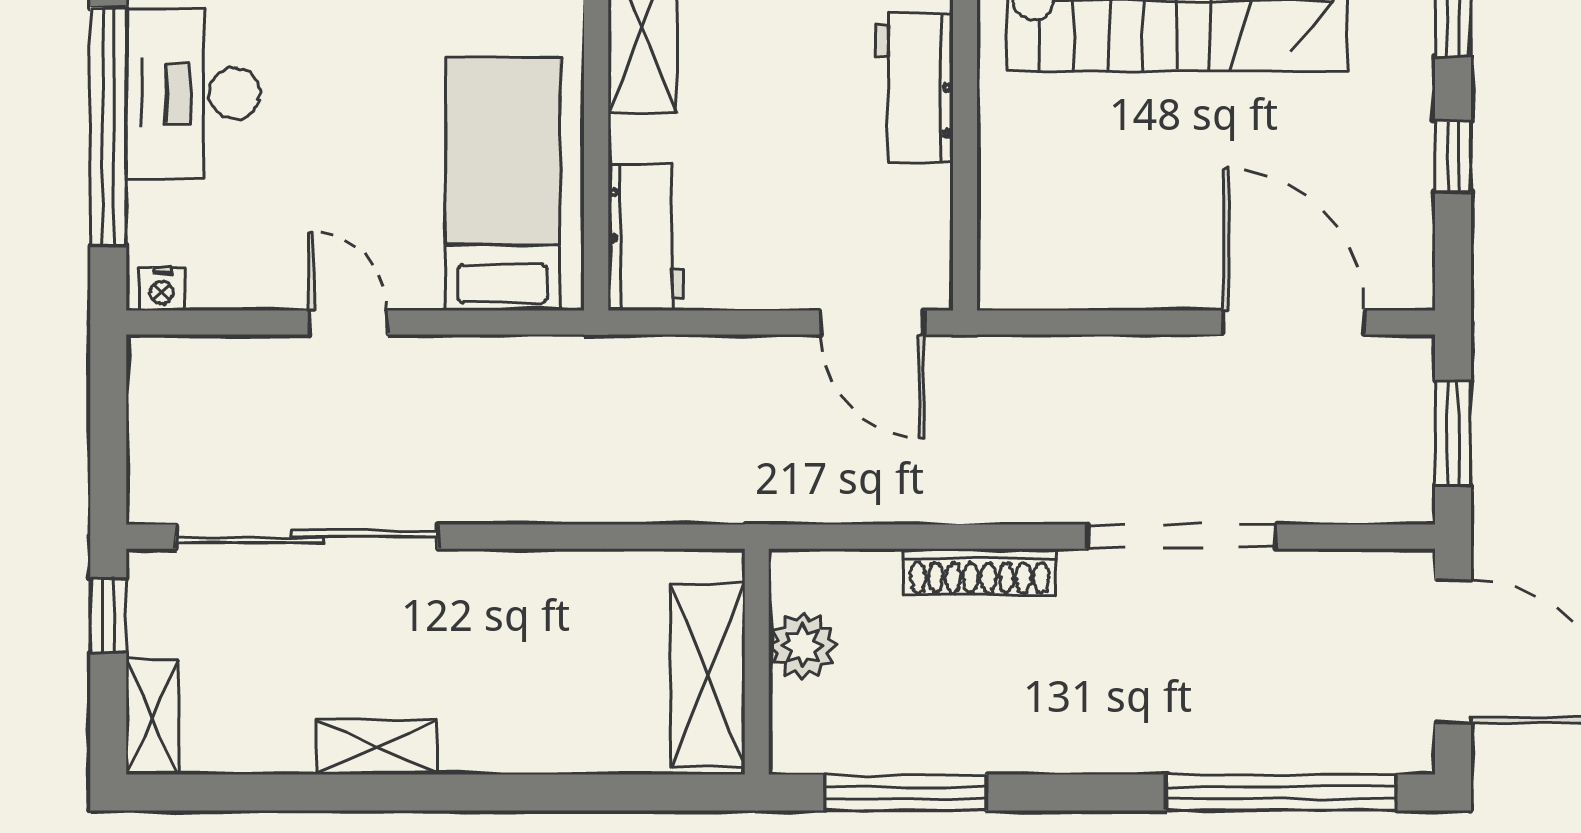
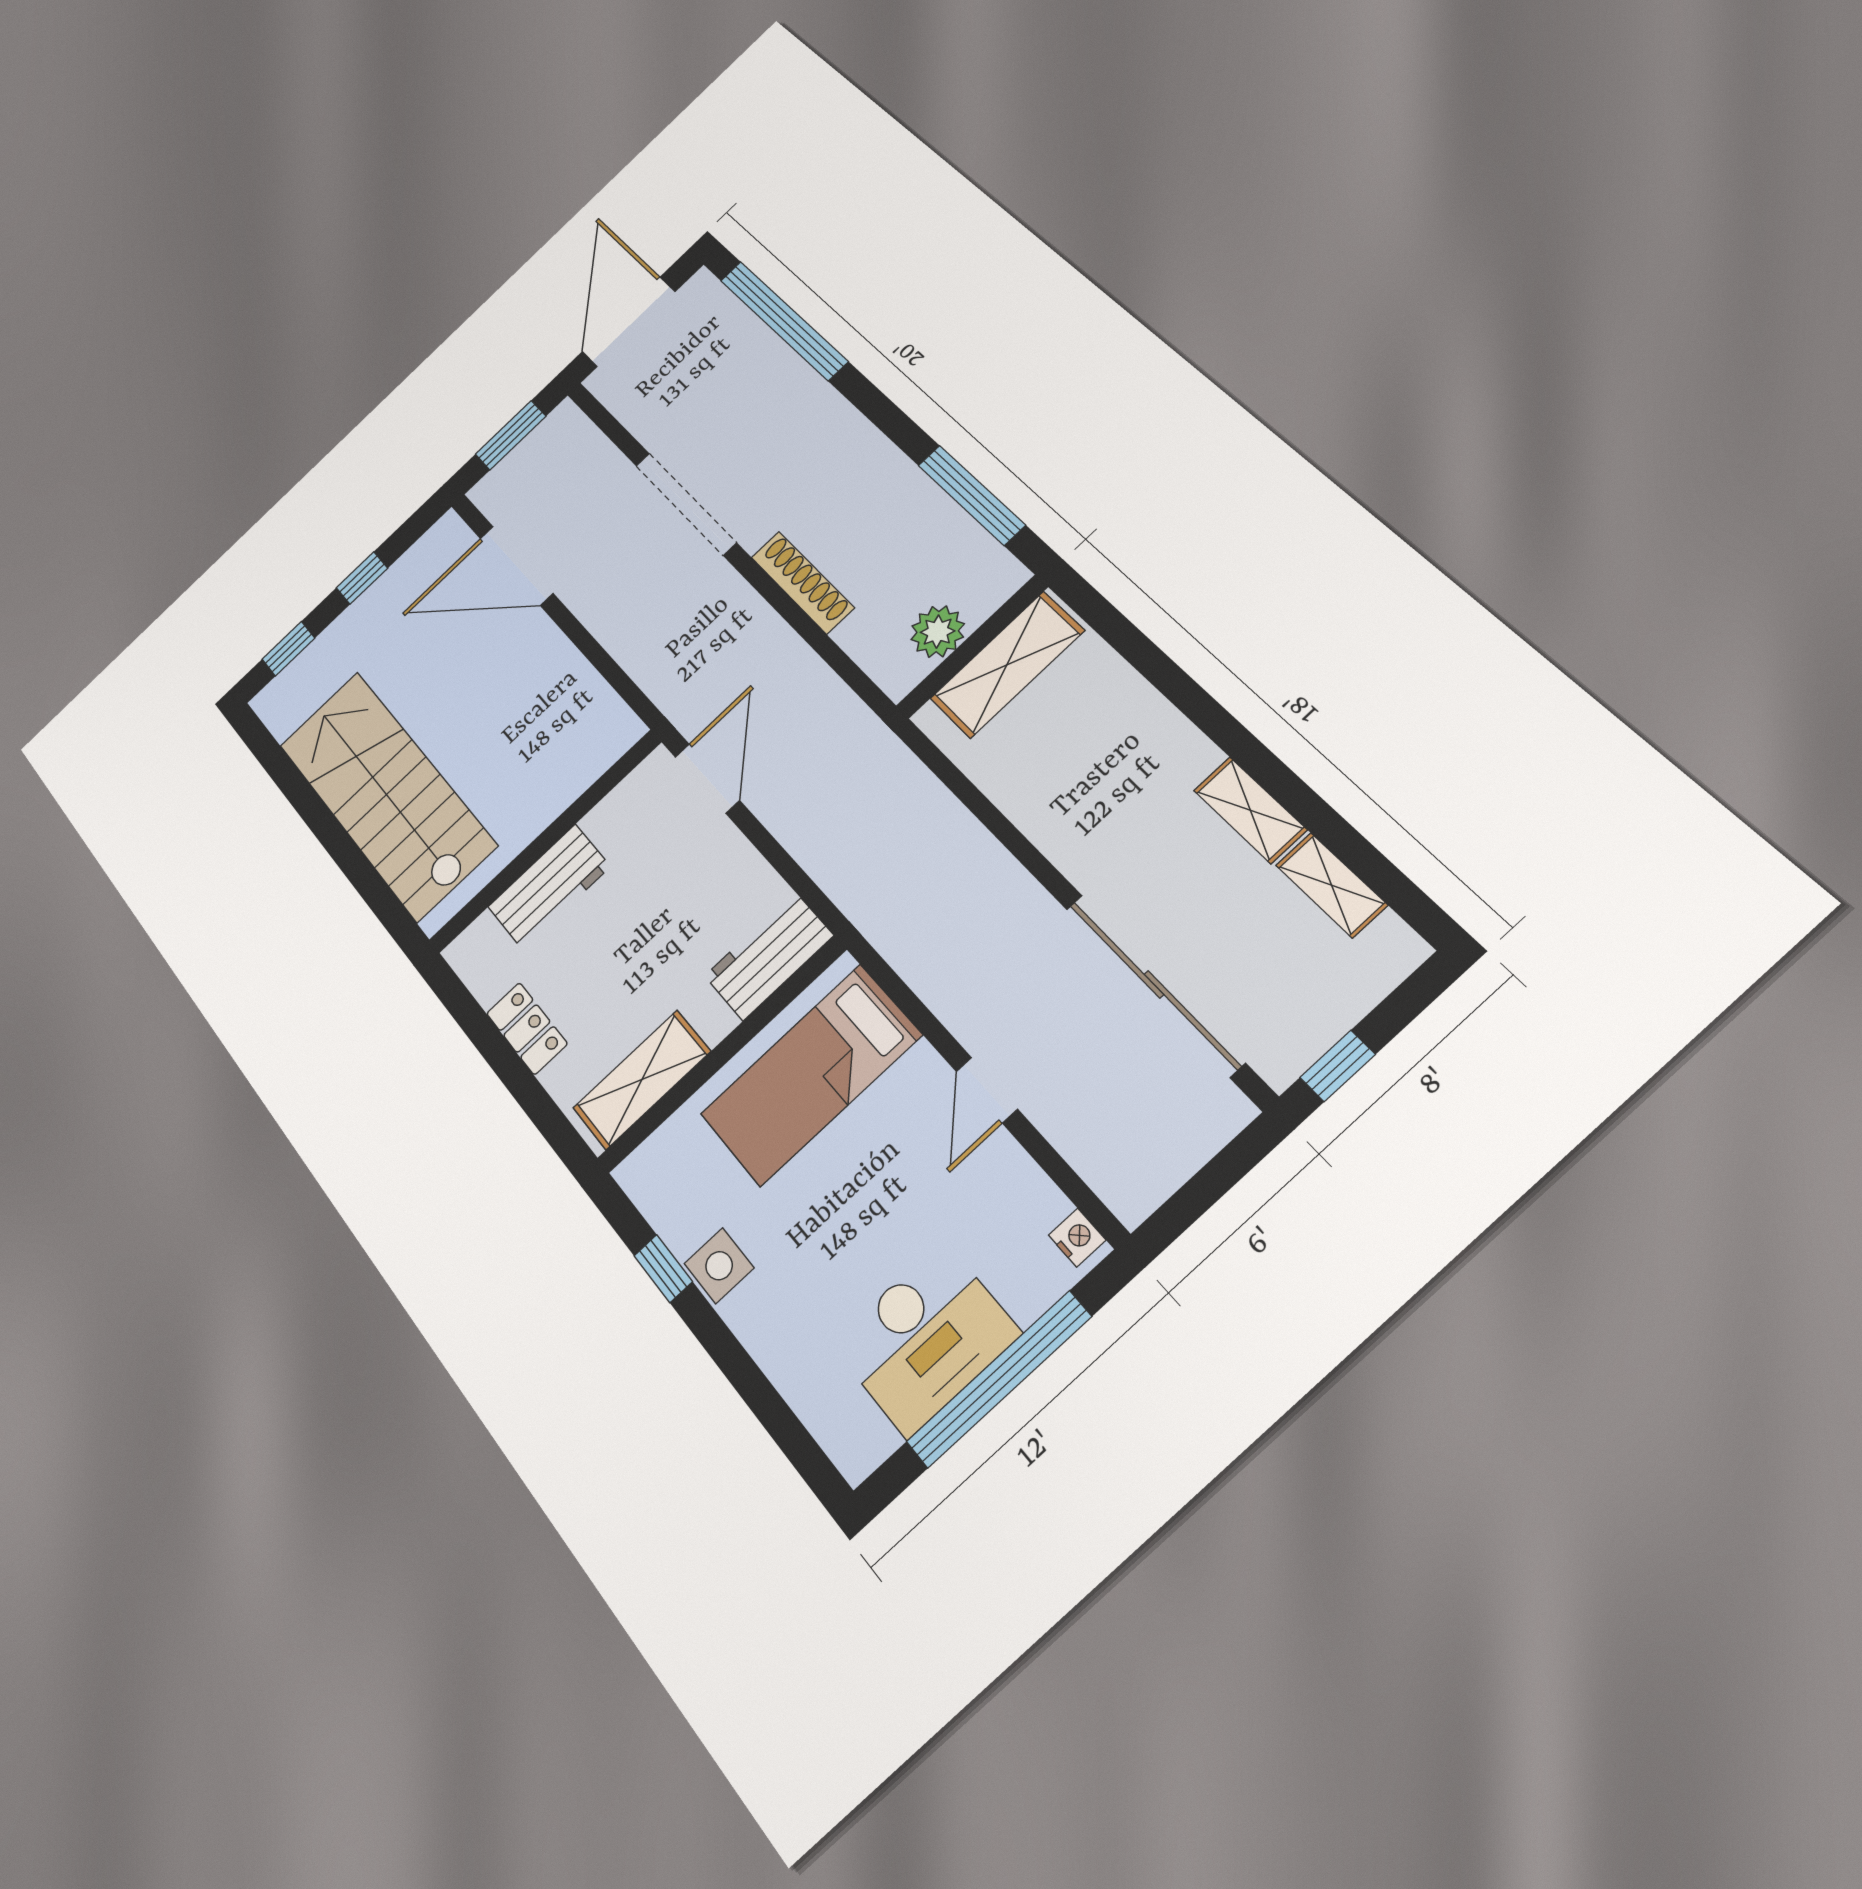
door: (1294, 322) -> (516, 566), hinge flipped
shelving: (152, 717) -> (1331, 885), moved, turned 90

